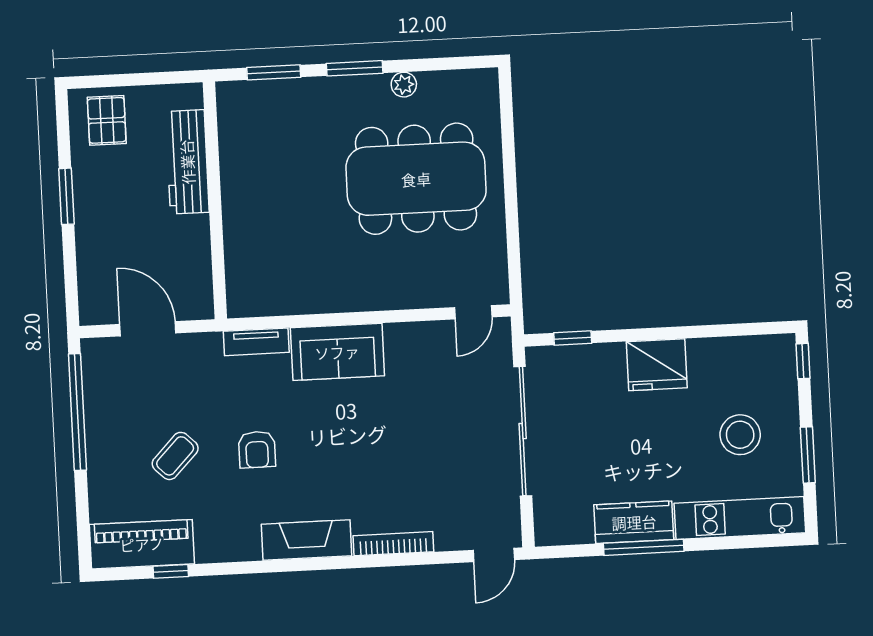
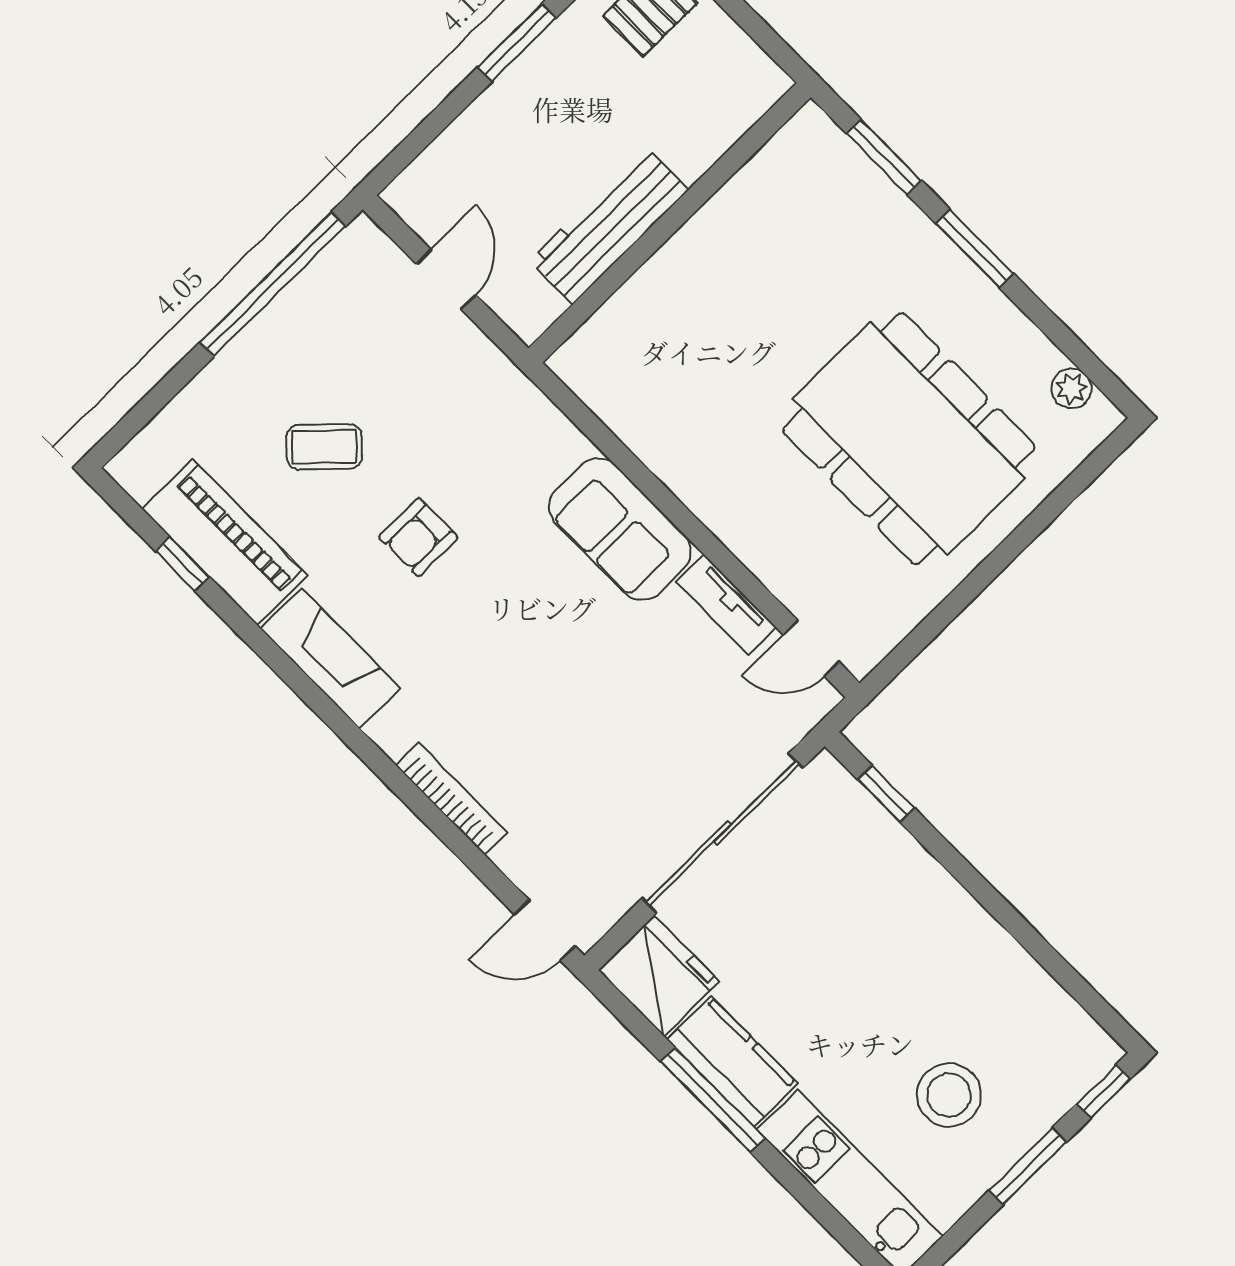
plant: (404, 85) -> (1071, 388), moved
workbench: (187, 162) -> (609, 226), moved
door: (148, 329) -> (446, 279), width x0.73
tv unit: (256, 342) -> (726, 604), moved
fridge: (657, 365) -> (659, 976), moved, turned 180
window: (808, 455) -> (1028, 1166), moved
fireplace: (306, 540) -> (330, 658), moved
piano: (142, 544) -> (225, 542), moved

